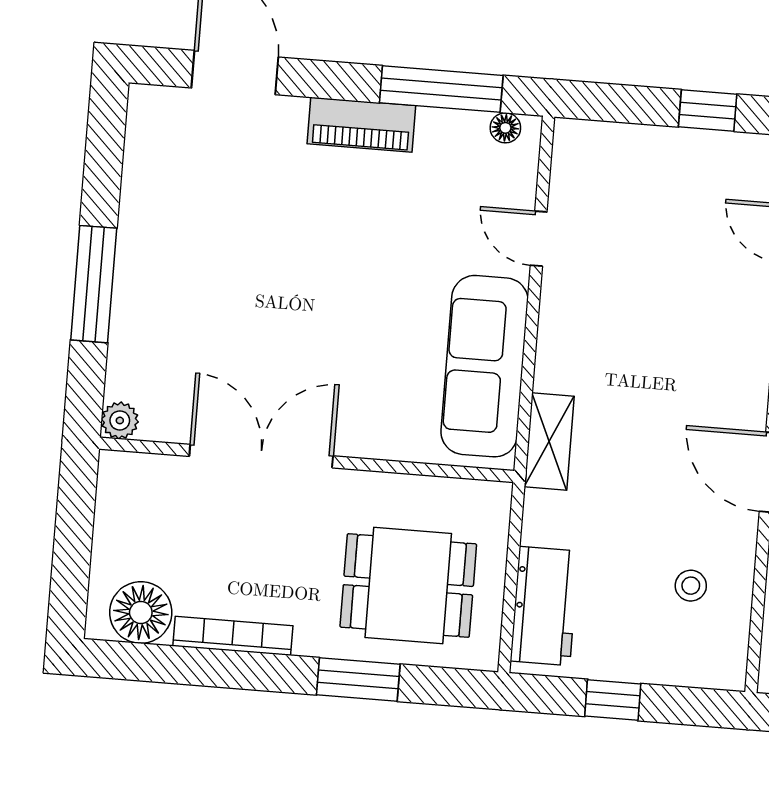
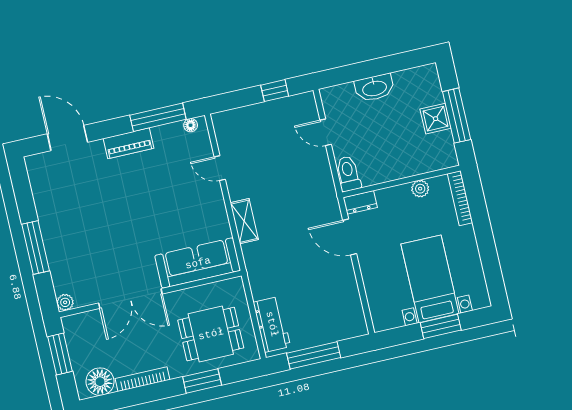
sofa: (485, 366) -> (198, 263), moved, turned 90
shelving: (549, 442) -> (244, 221), moved
double door: (261, 456) -> (130, 298), swing flipped
window: (74, 527) -> (60, 354), added
stool: (691, 586) -> (332, 296), removed
window: (613, 700) -> (314, 355), width x2.17

